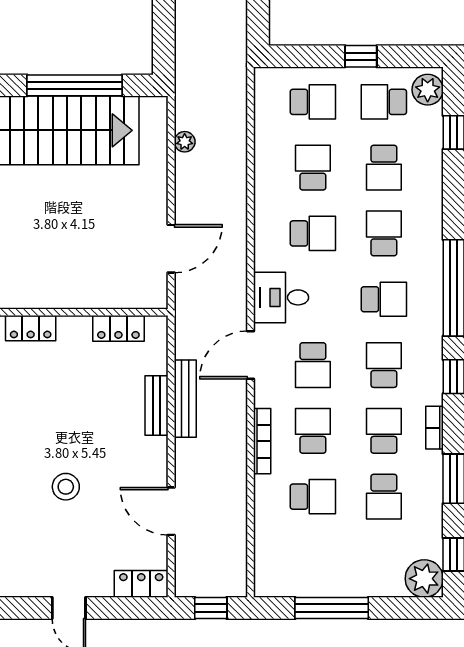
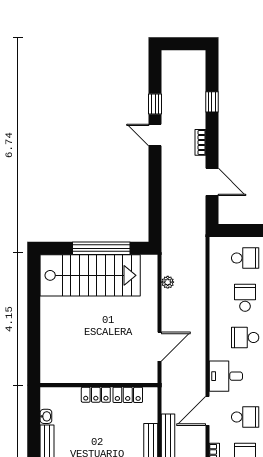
school desk: (313, 233) -> (245, 338), turned 180
locker: (31, 328) -> (96, 395), moved
school desk: (313, 365) -> (245, 417), turned -90

